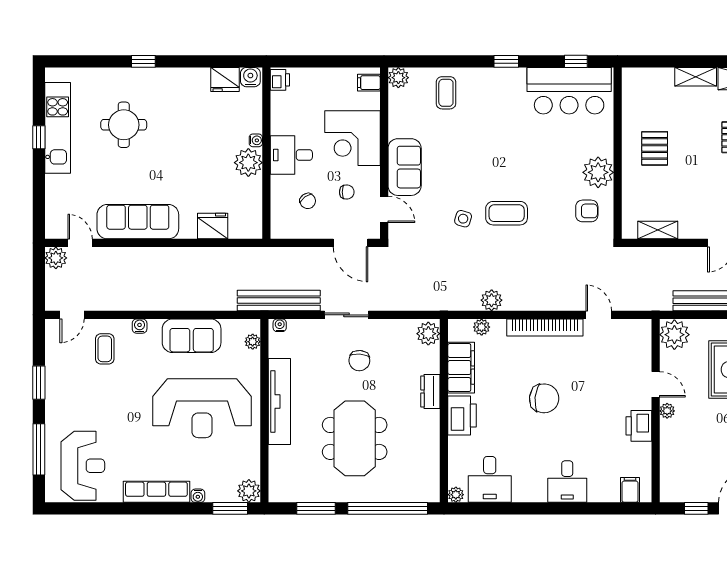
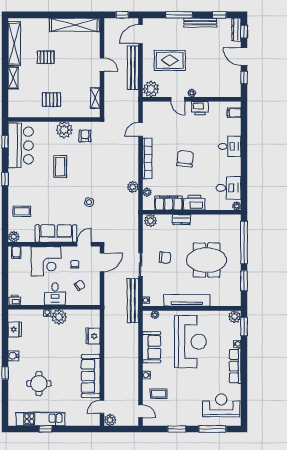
water cooler: (250, 77) -> (13, 356), moved
sofa: (405, 167) -> (56, 233), width x1.36
coffee table: (507, 213) -> (60, 167), moved
door: (656, 384) -> (178, 99), swing flipped

